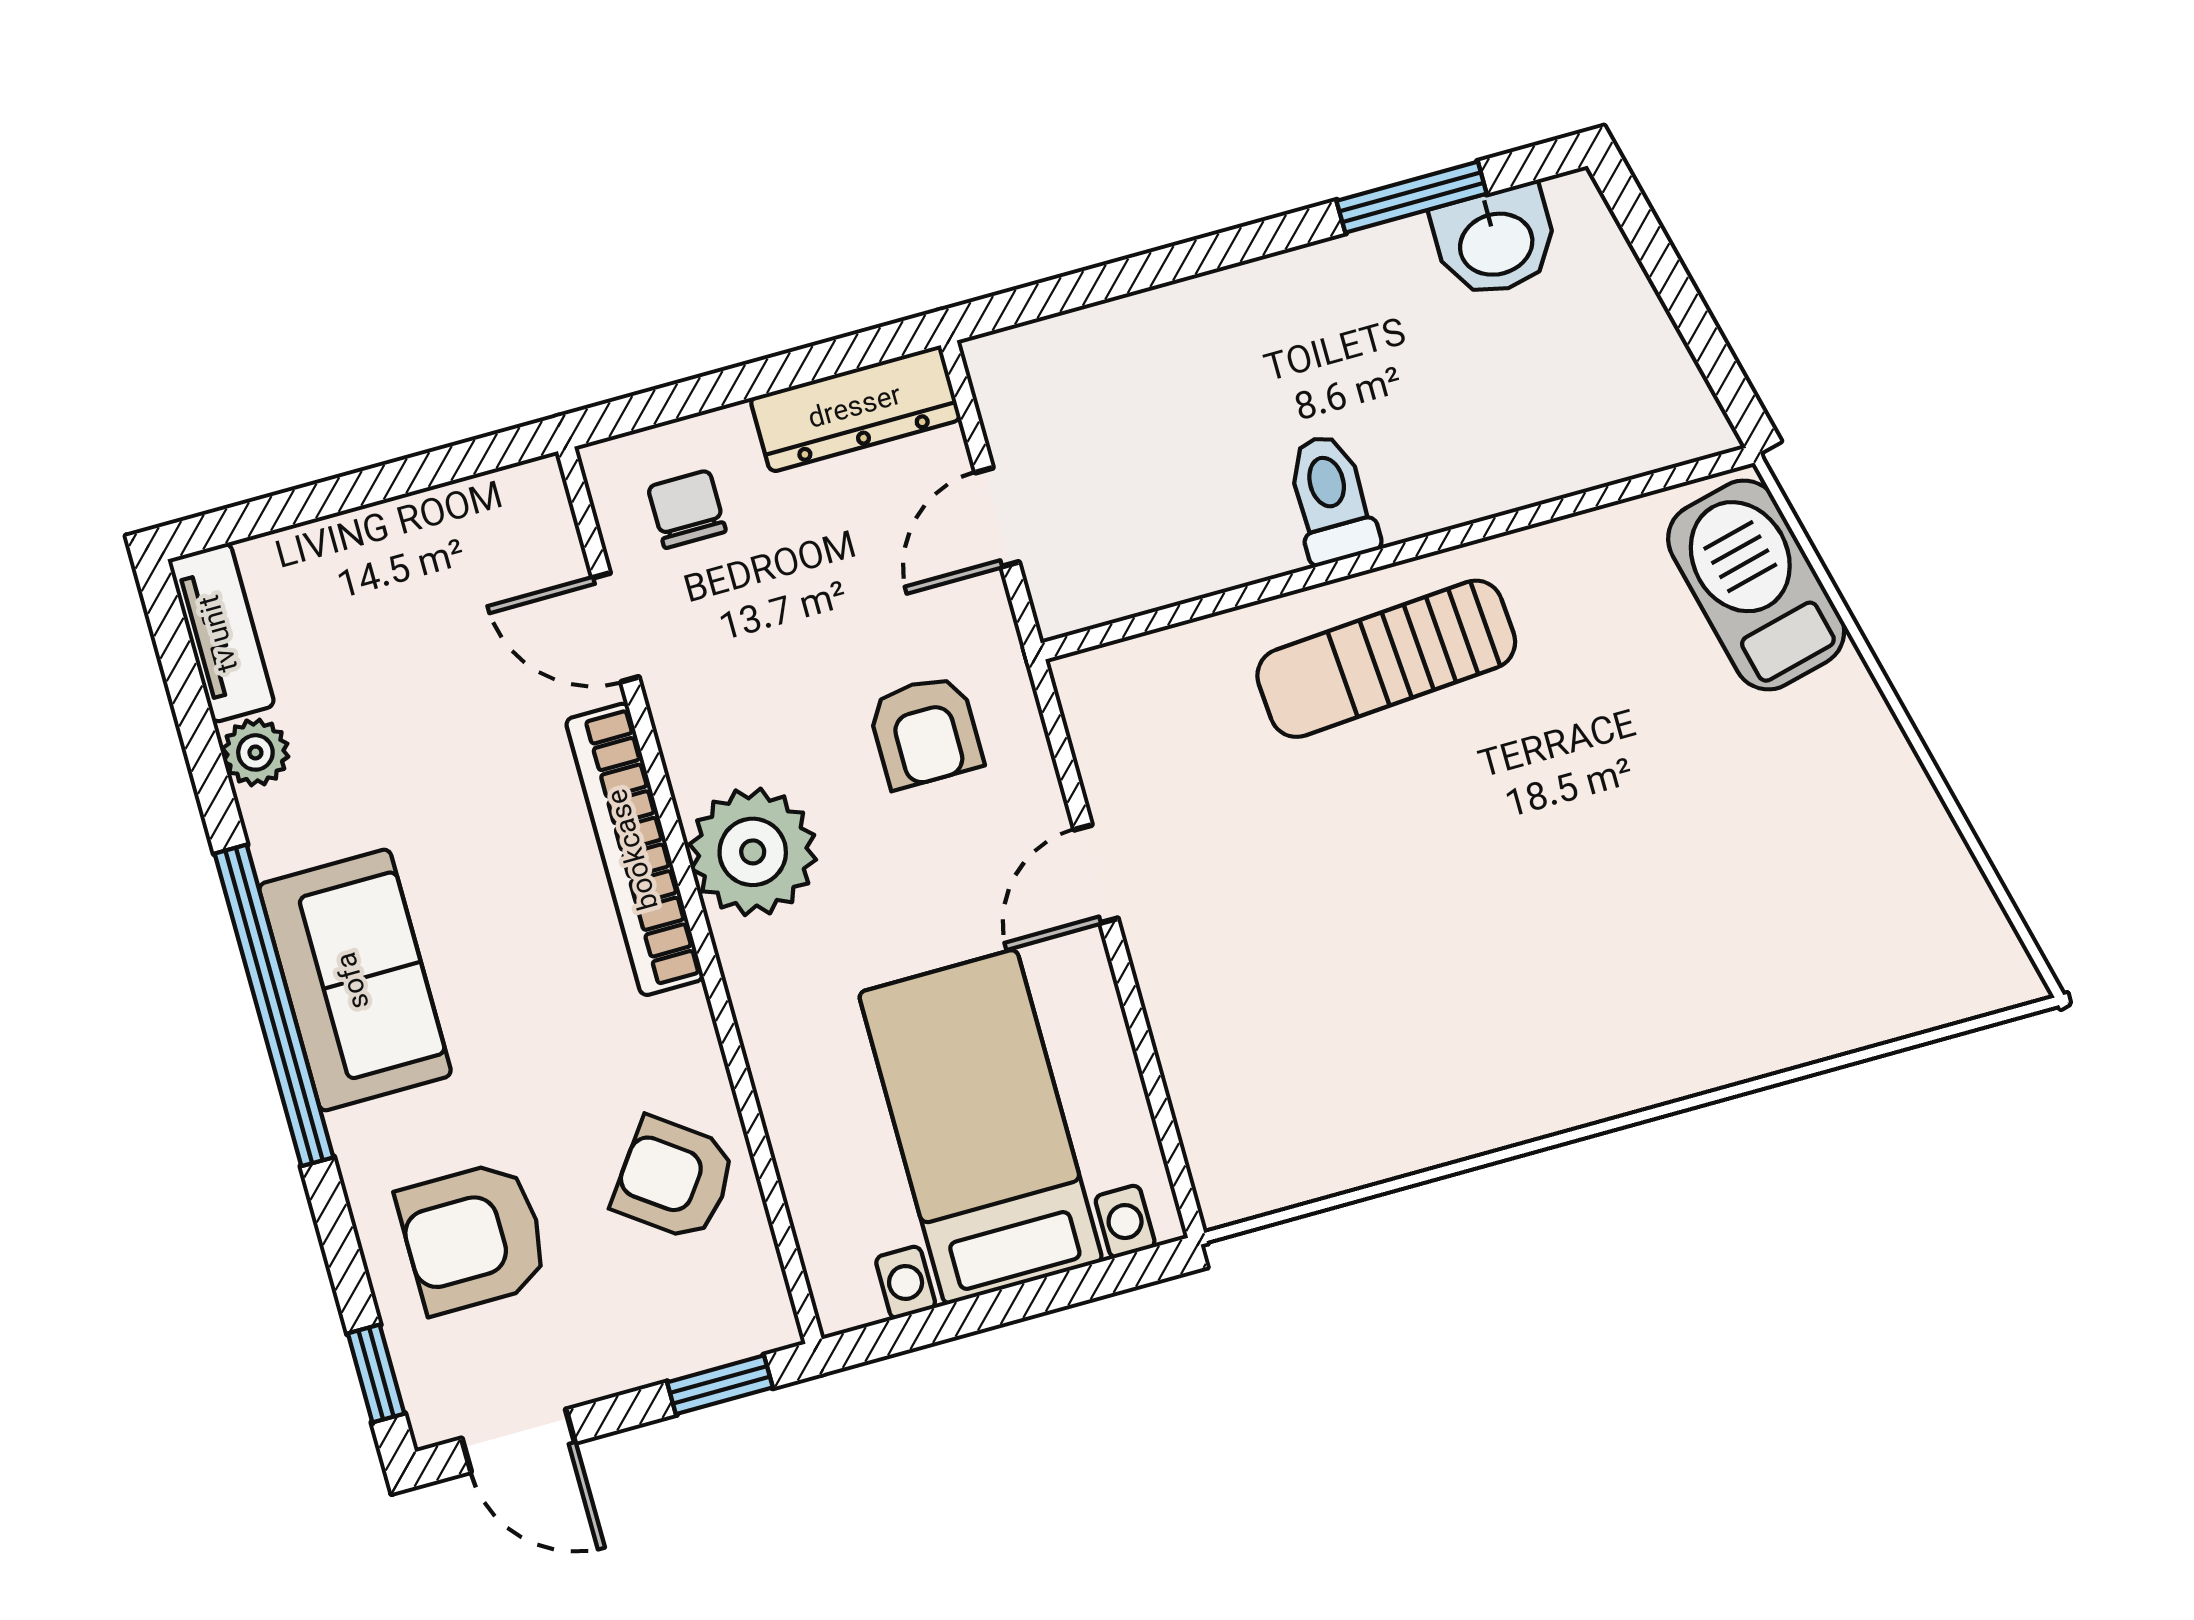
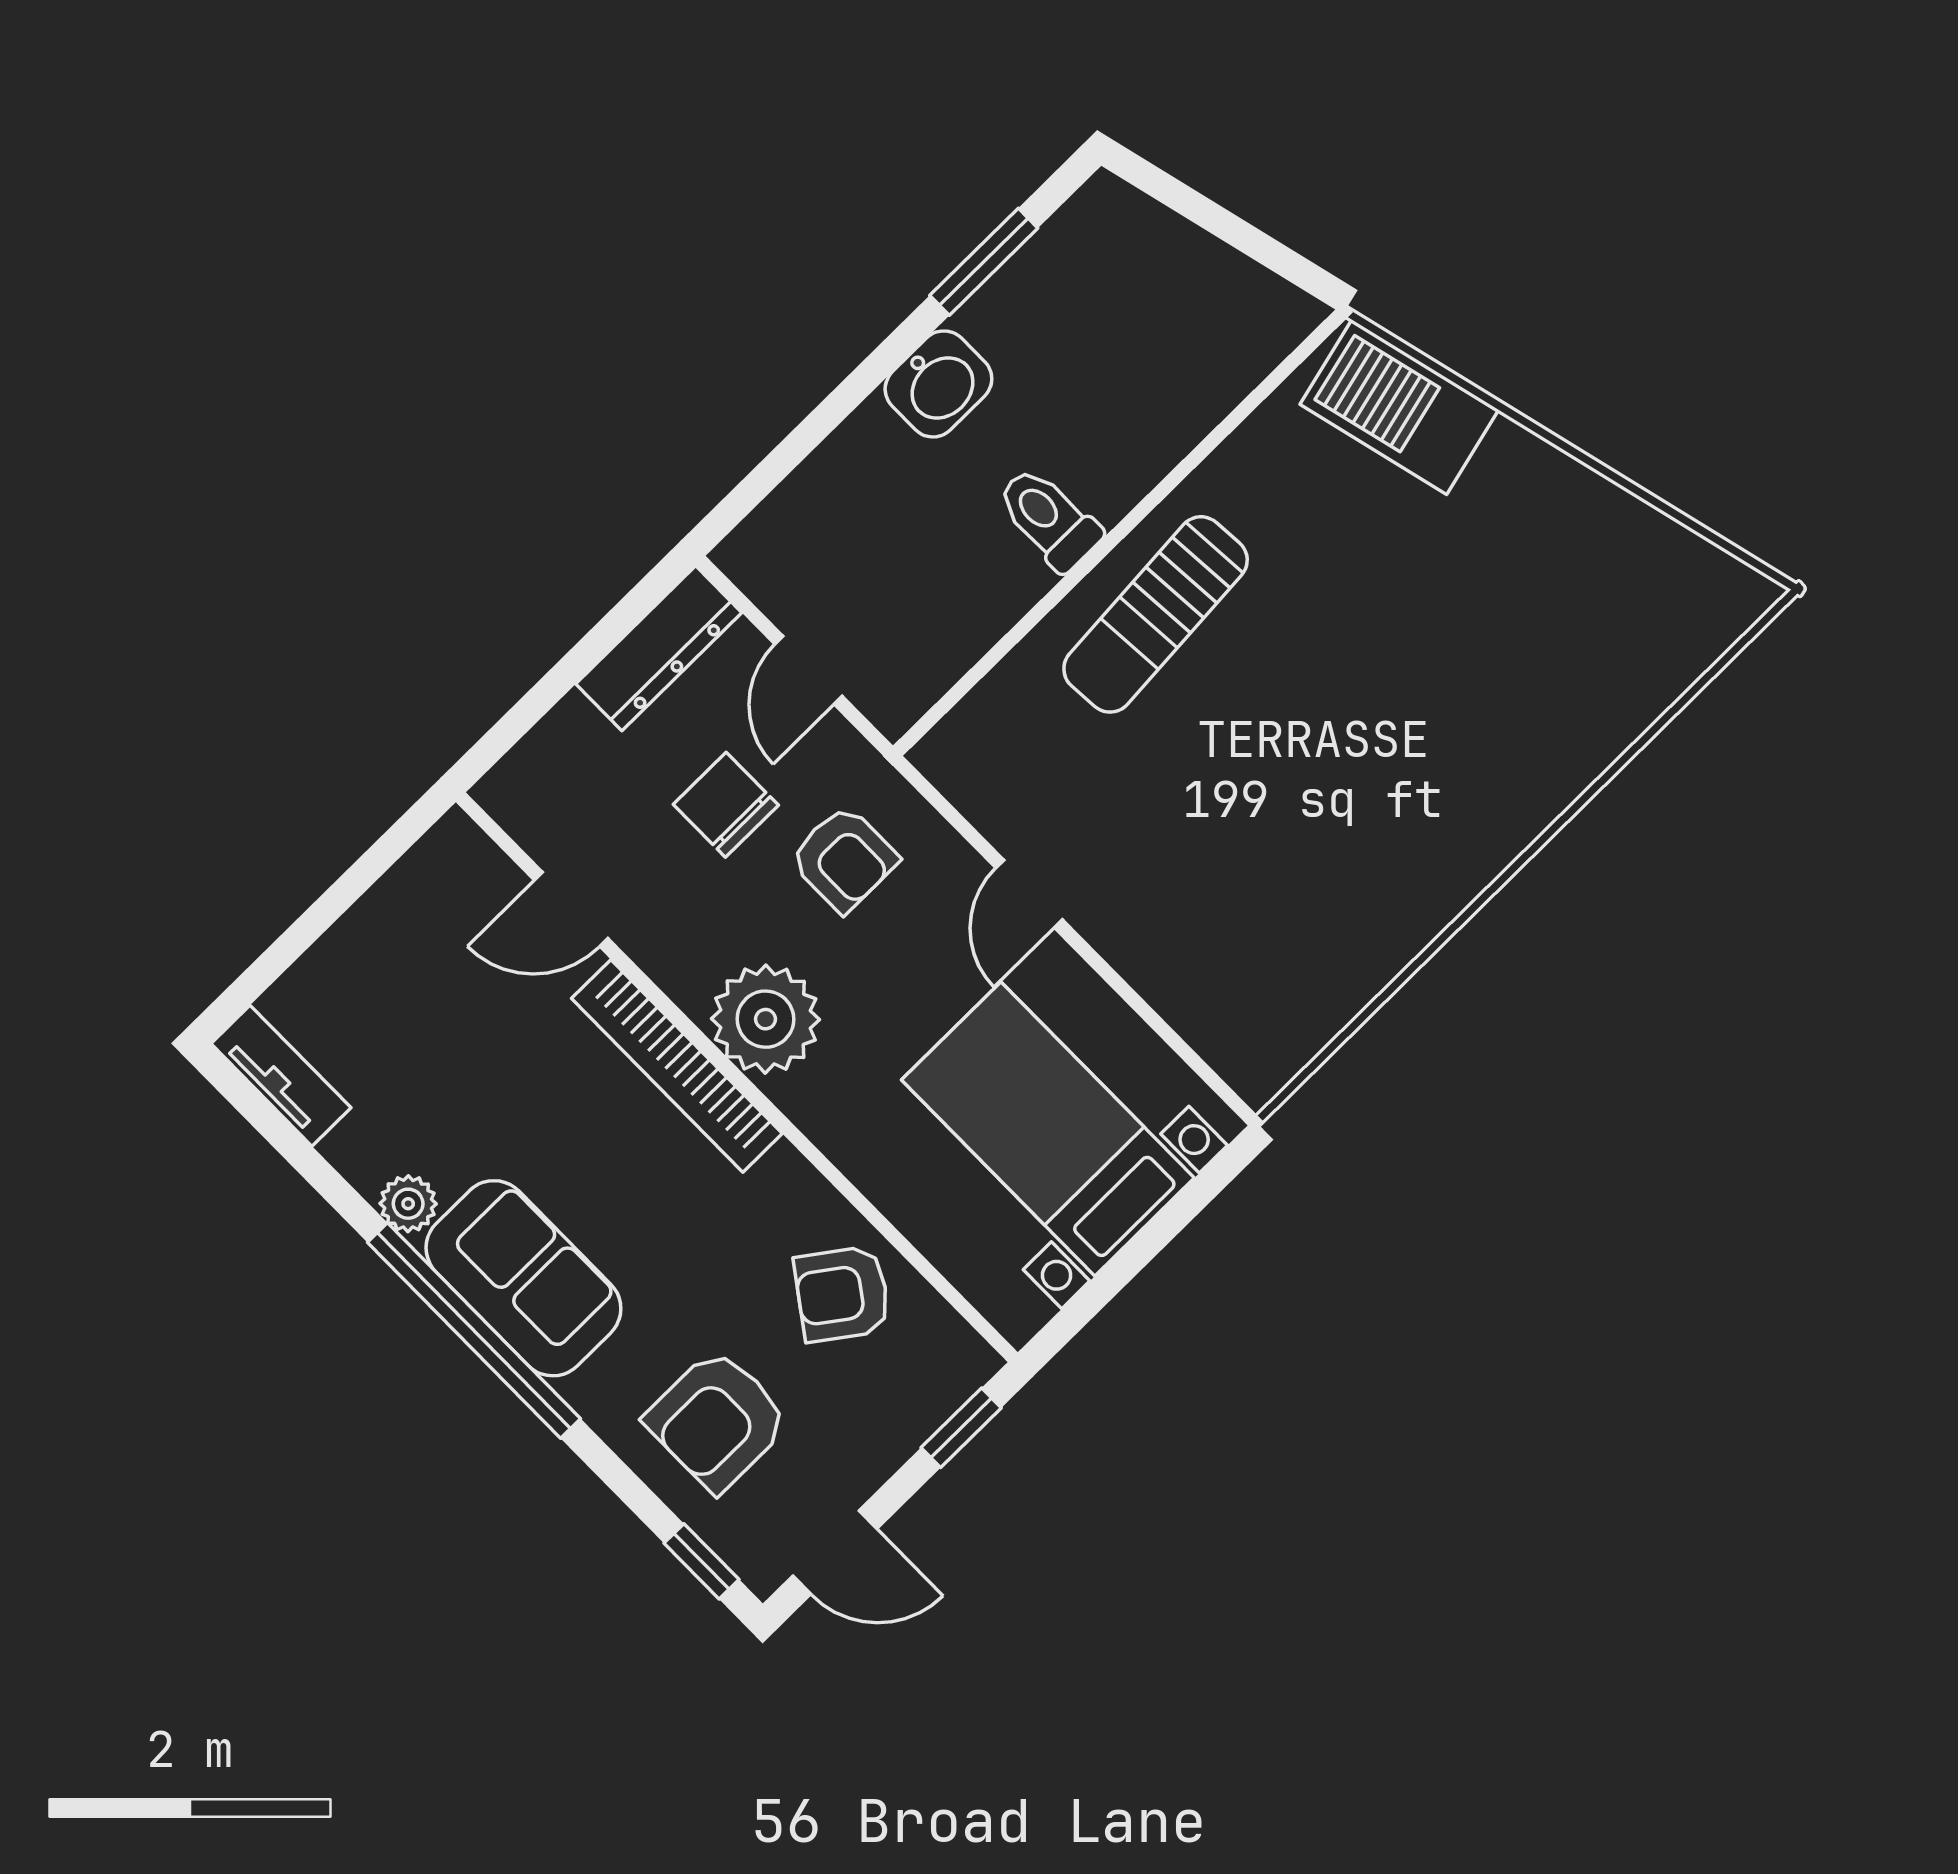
washbasin: (1495, 241) -> (938, 384), moved
chair: (687, 509) -> (726, 805), moved, width x1.37, depth x1.37
plant: (255, 752) -> (408, 1204), moved

